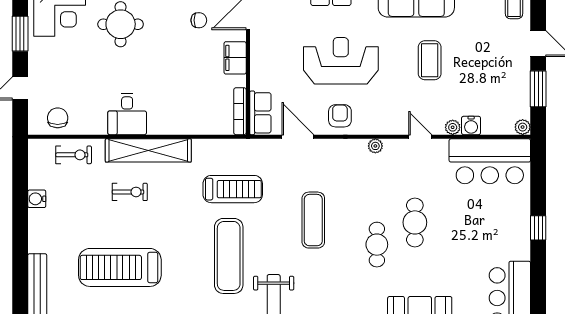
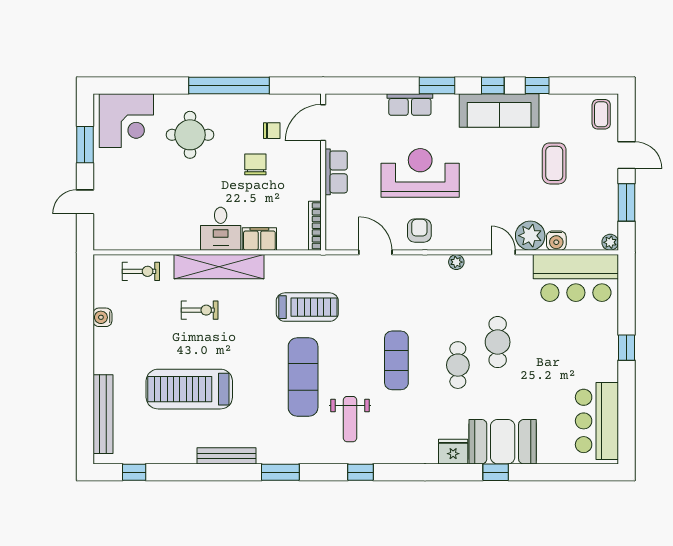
filing cabinet: (235, 58) -> (259, 239), moved, turned 90
coffee table: (430, 60) -> (554, 163), moved
row of seats: (260, 113) -> (336, 172), moved
desk: (127, 114) -> (221, 229), moved
chair: (58, 118) -> (255, 164), moved
plant: (453, 127) -> (530, 236), width x1.88, depth x1.88
exercise mat: (313, 220) -> (396, 360), moved

